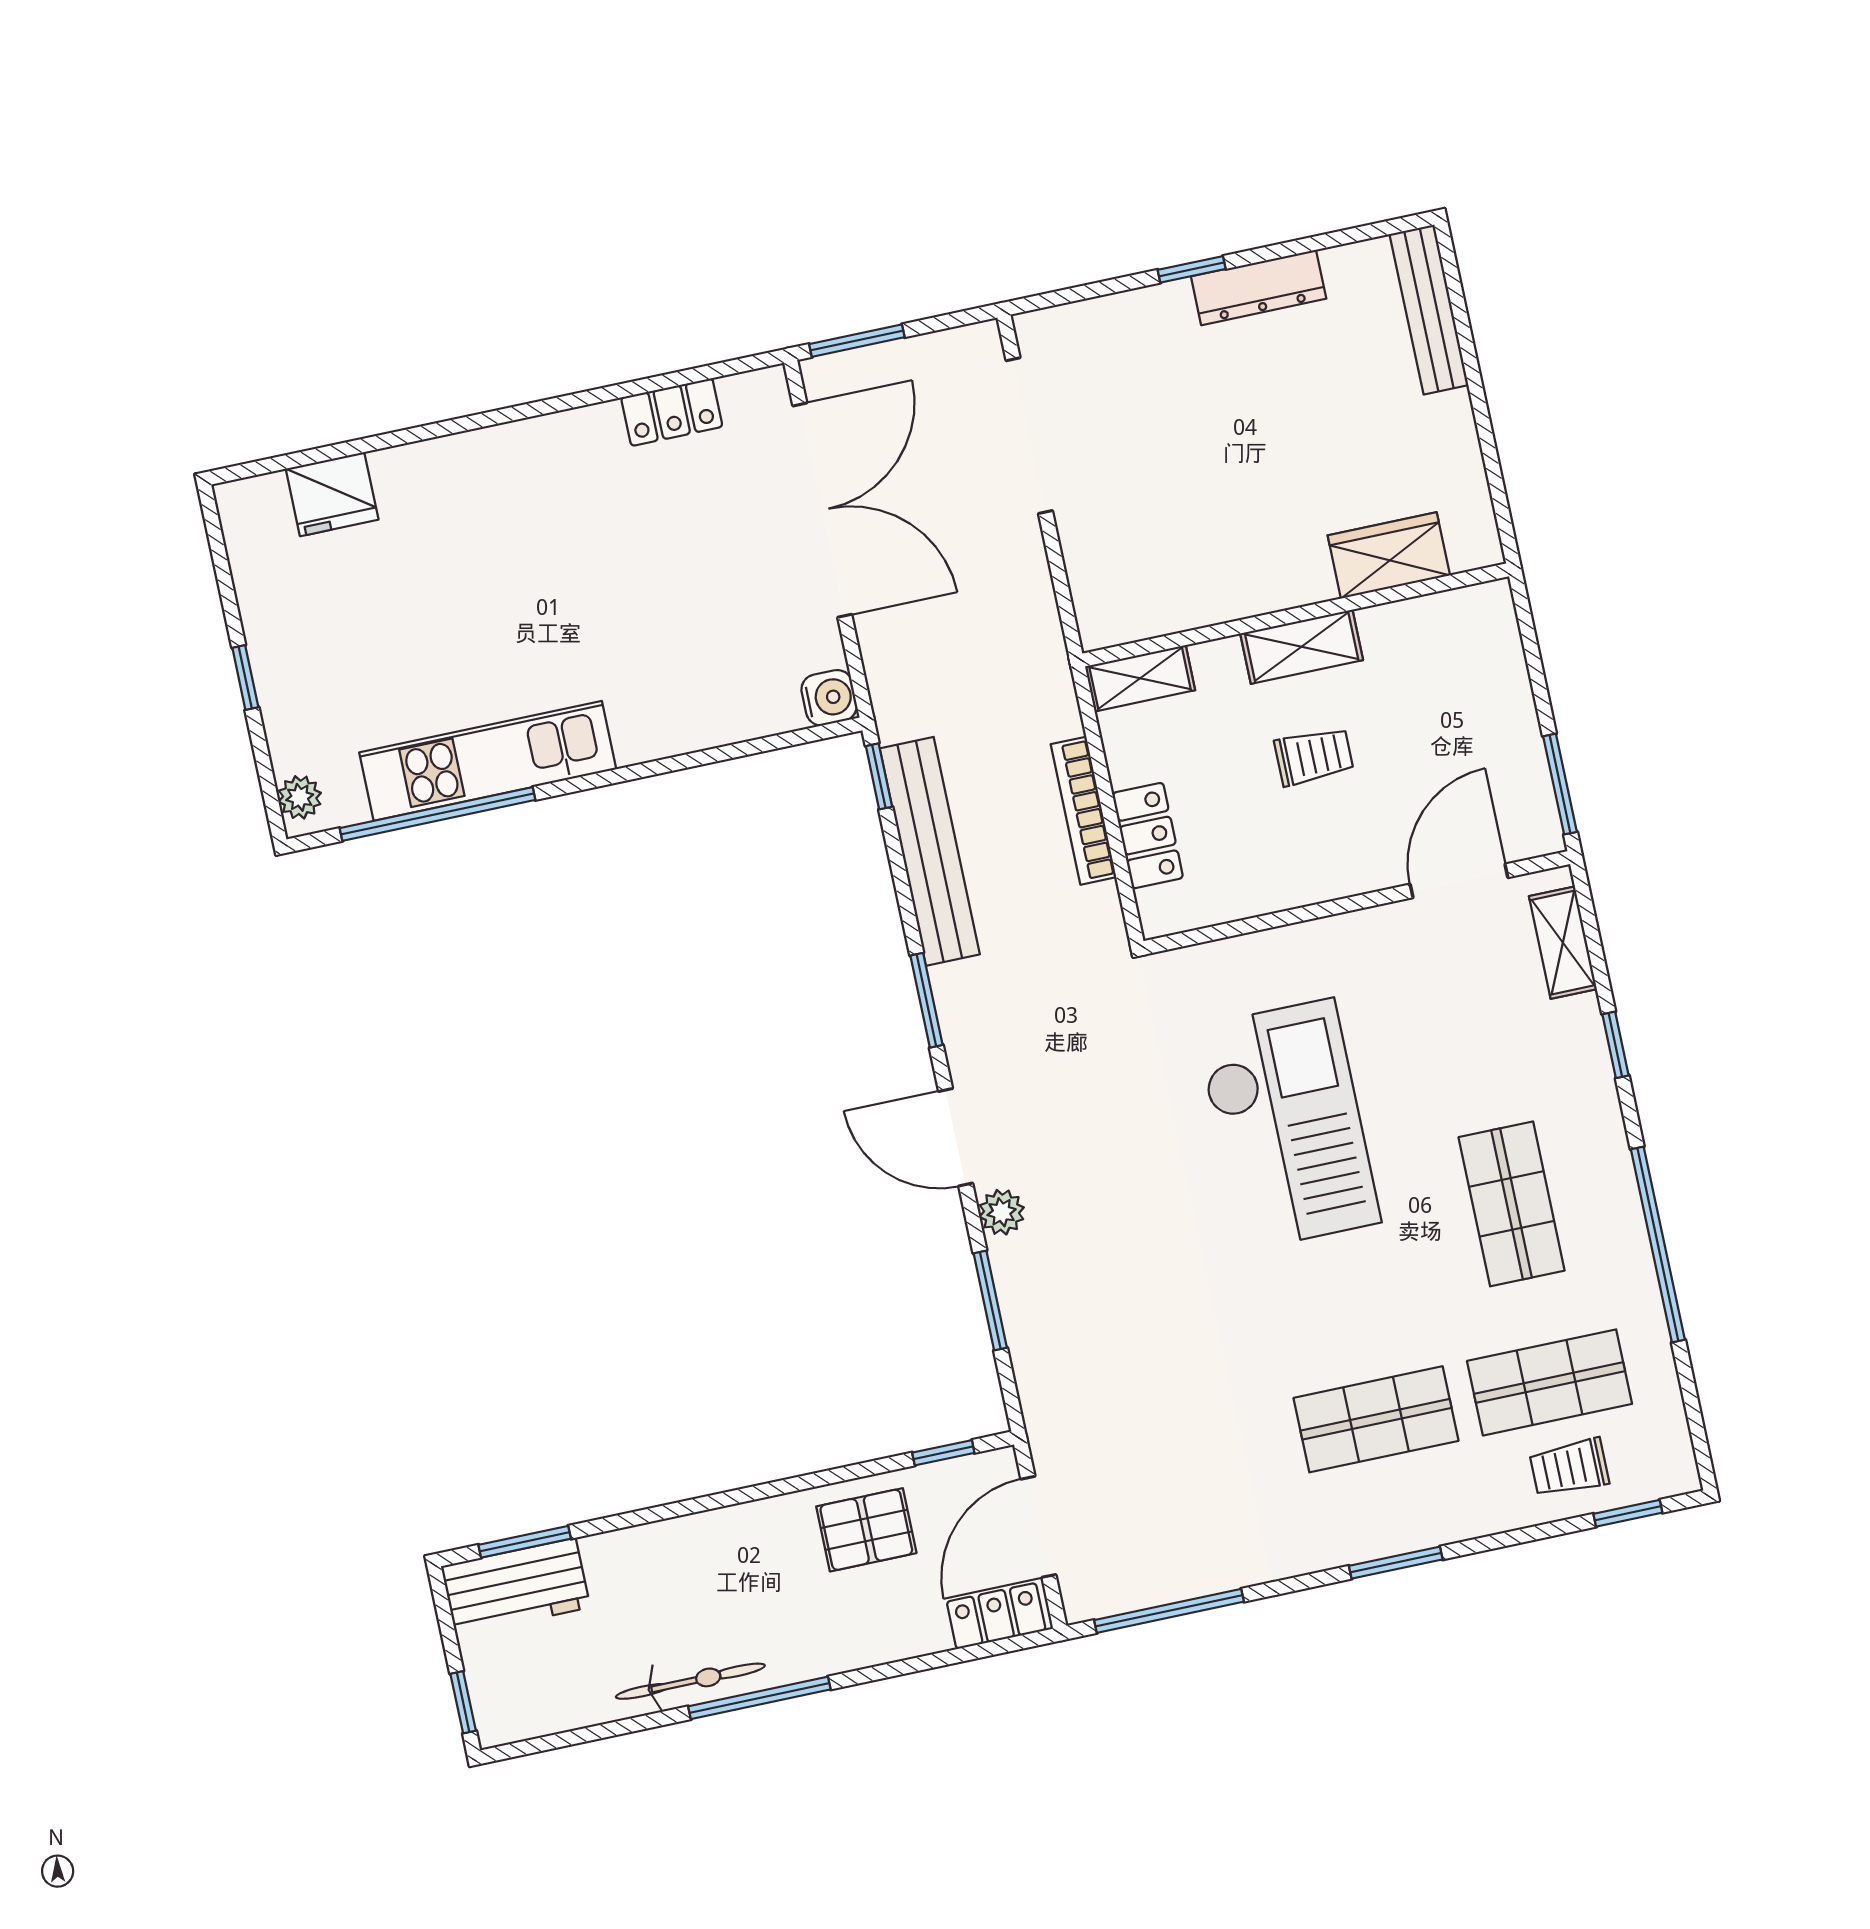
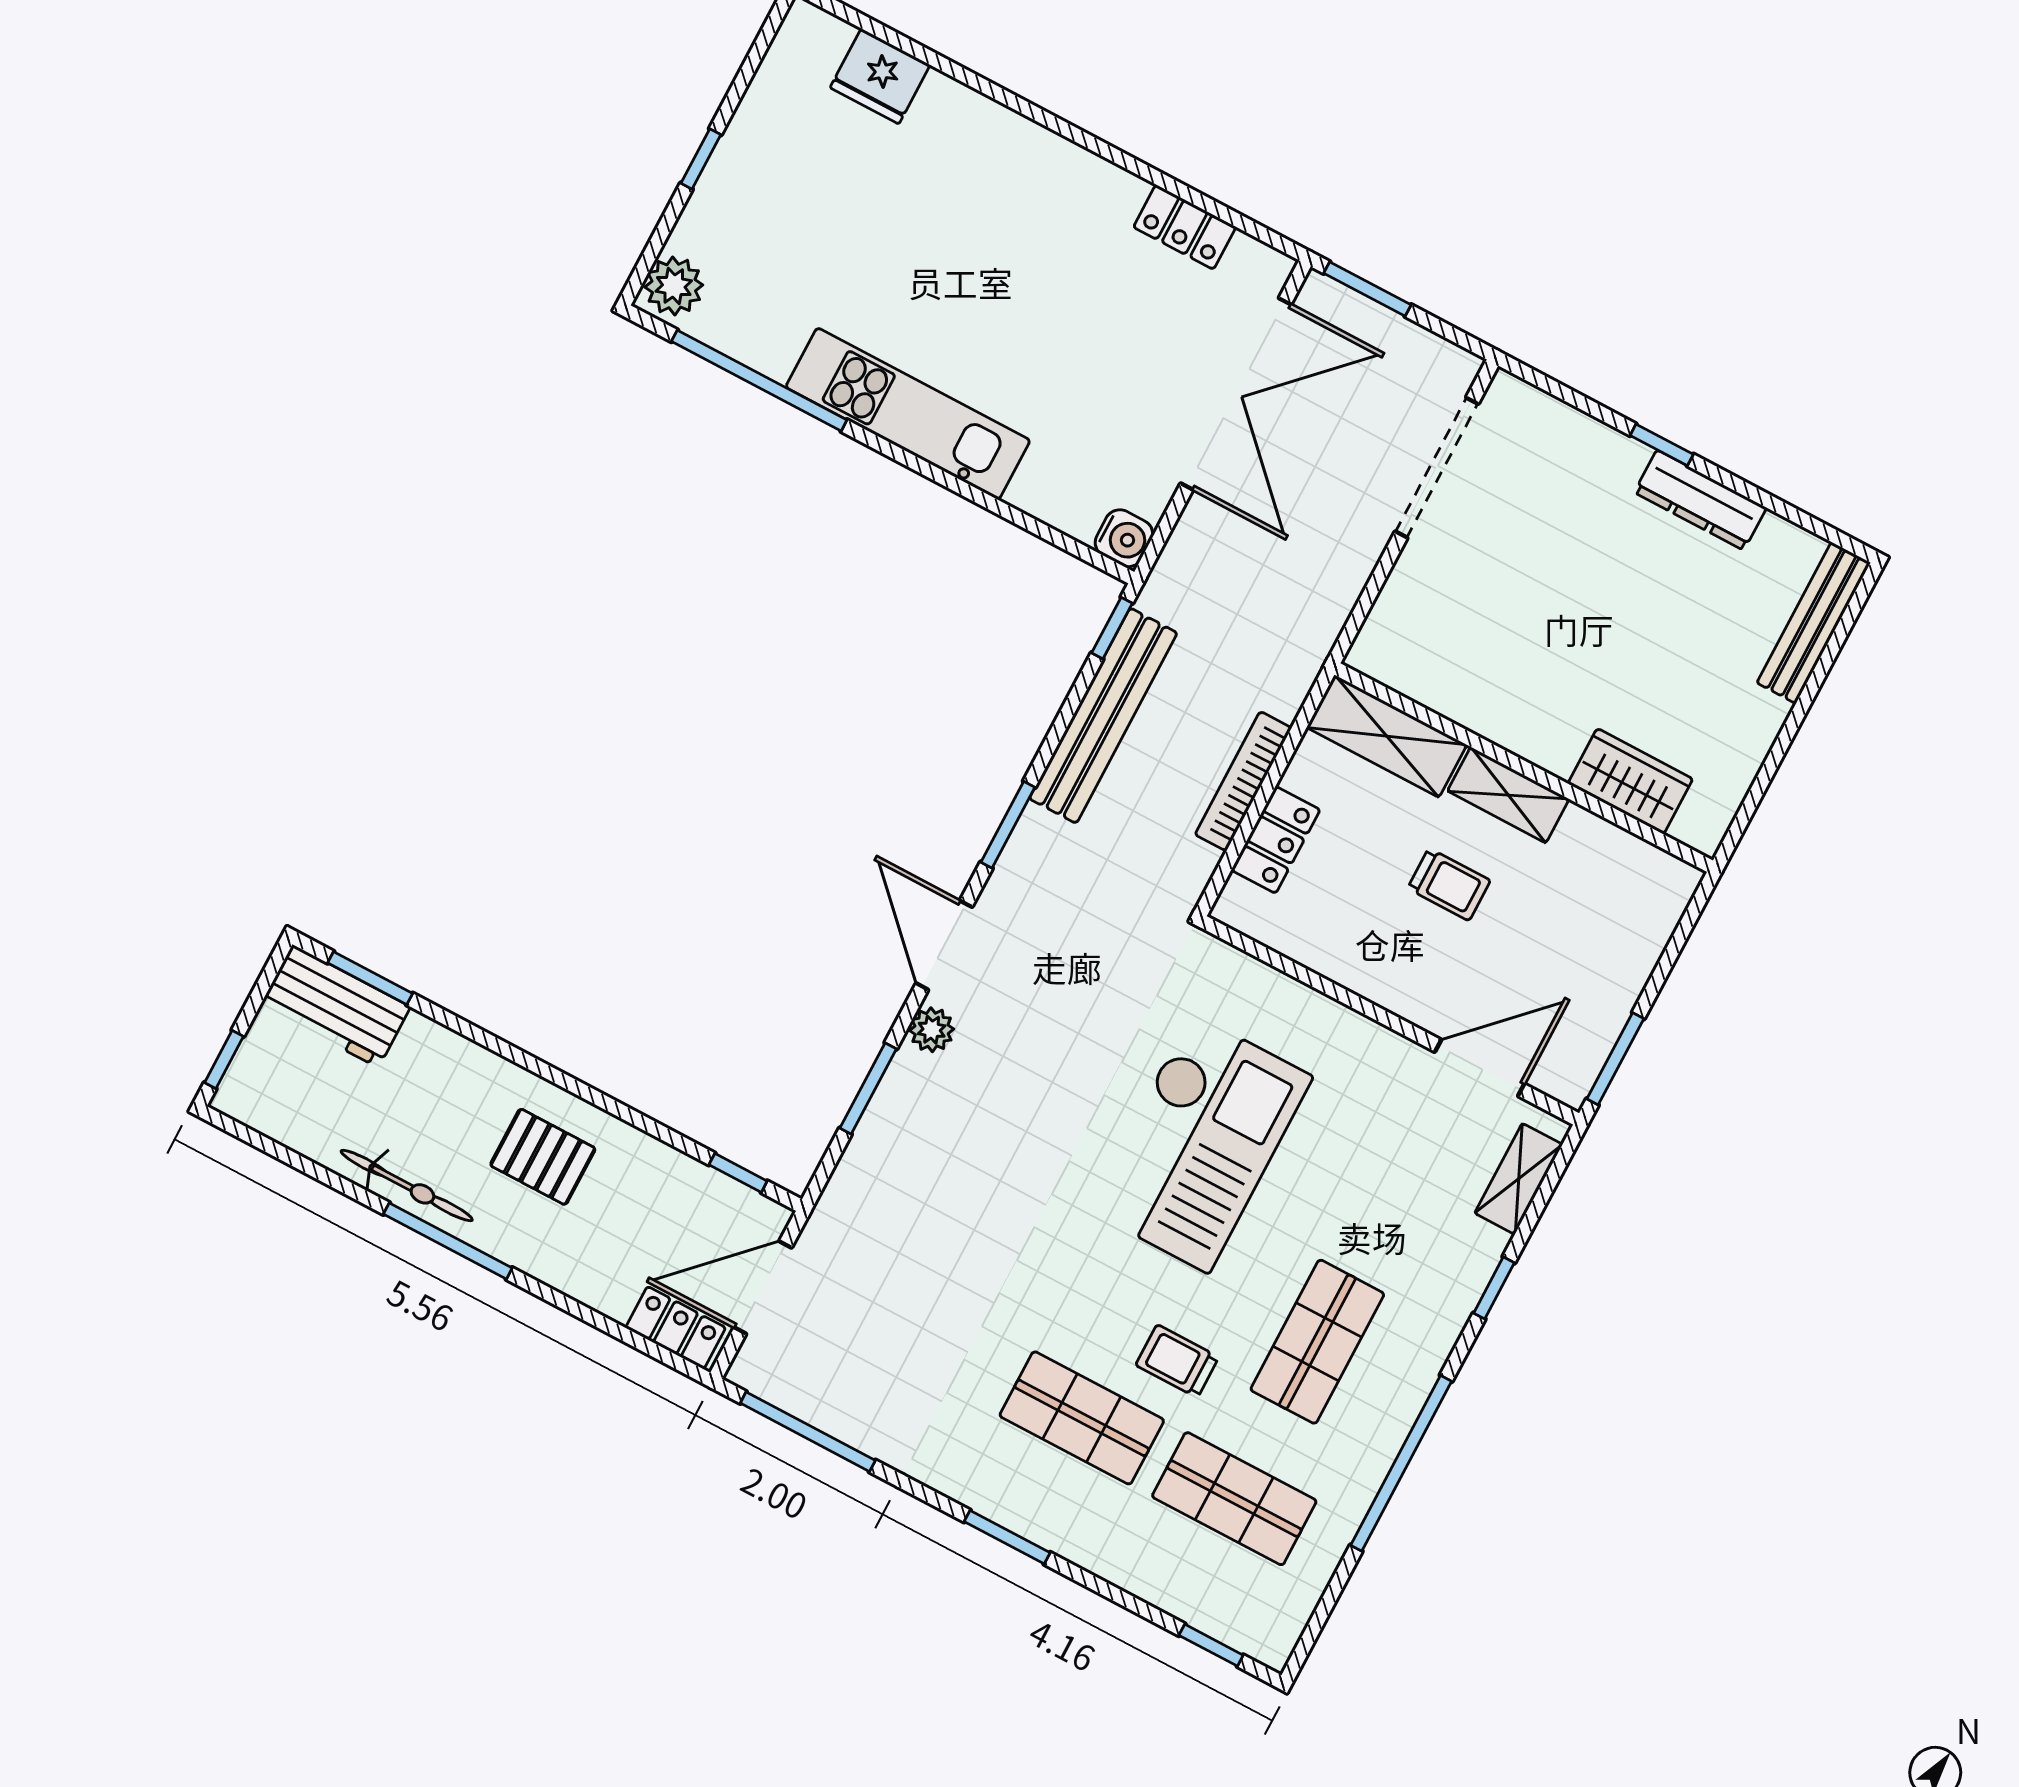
shelving: (1140, 678) -> (1387, 736), width x1.50, depth x1.33
kitchen unit: (488, 761) -> (908, 414), moved
plant: (300, 797) -> (674, 286), width x1.38, depth x1.38
trolley: (1569, 1468) -> (1177, 1361), moved
pallet: (866, 1530) -> (543, 1157), moved

